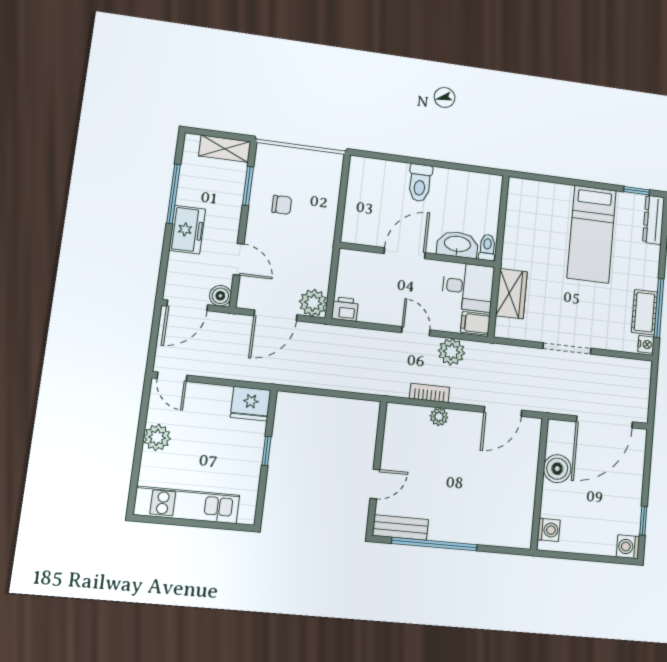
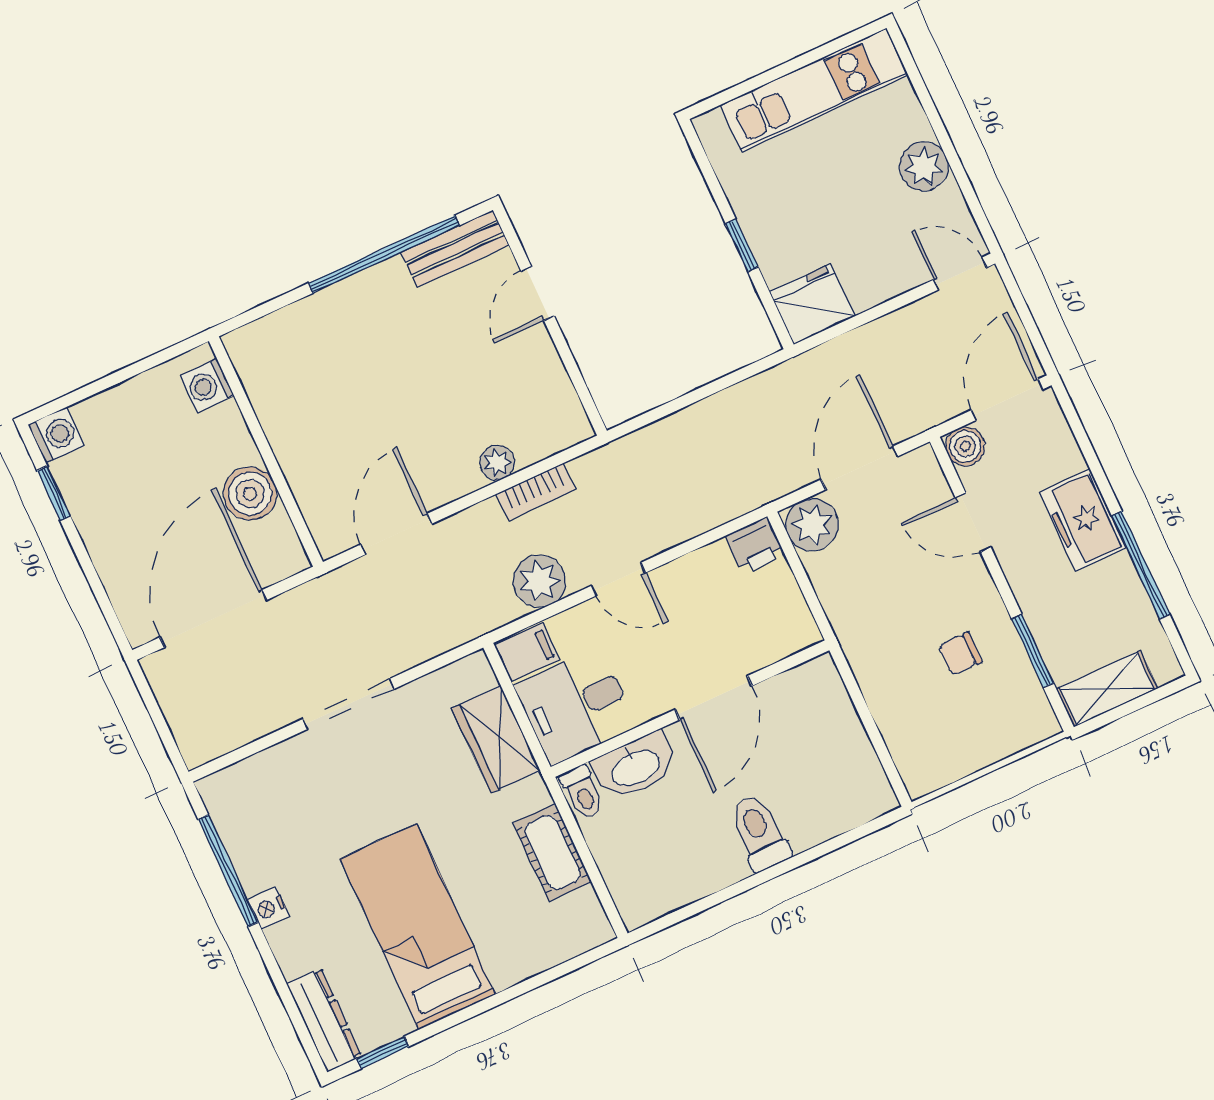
cot: (645, 312) -> (552, 852), moved
nightstand: (646, 344) -> (269, 908), moved

